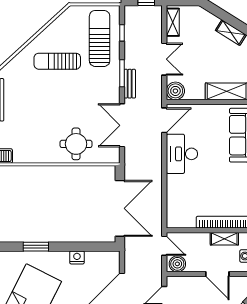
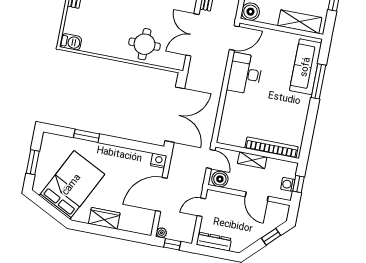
shelving: (224, 239) -> (252, 160), moved
nightstand: (77, 257) -> (159, 161), moved

